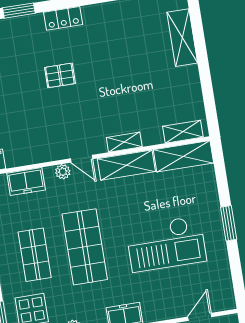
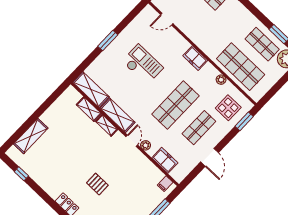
shelving: (183, 132) -> (89, 109), moved
checkout: (166, 244) -> (143, 65), width x0.73, depth x0.83

